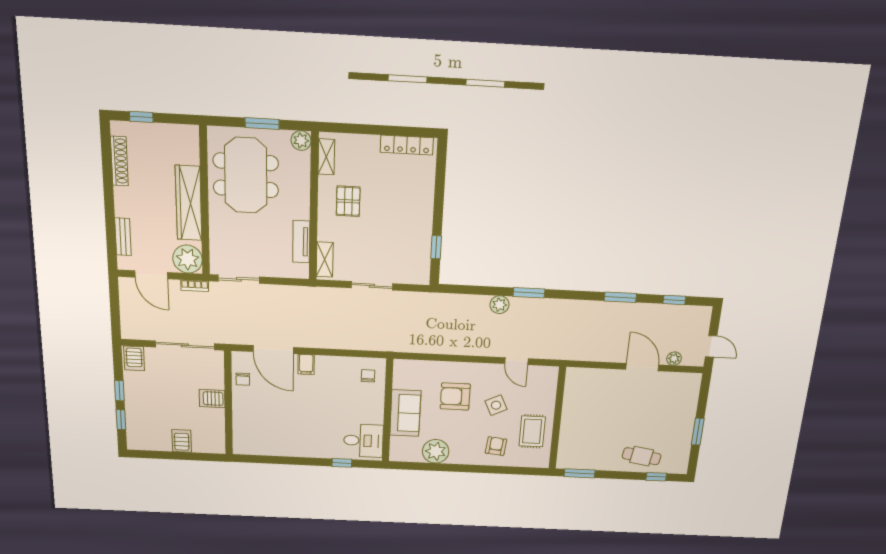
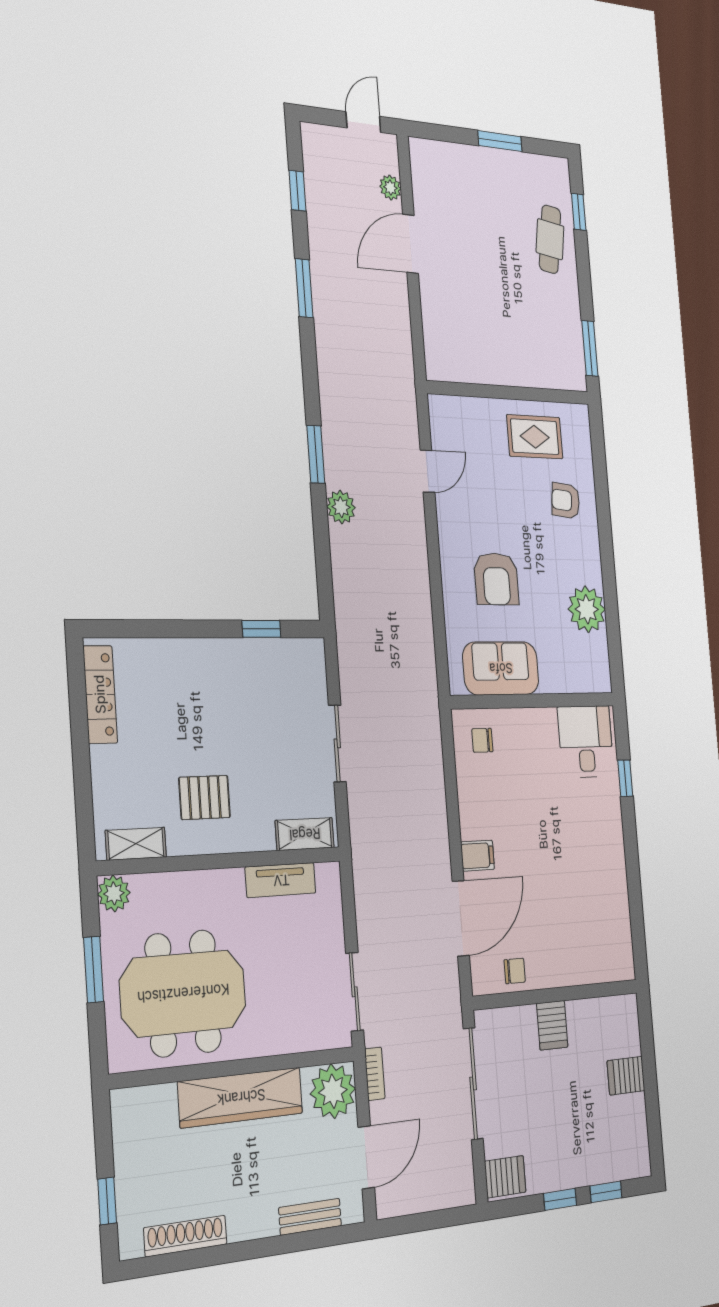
side table: (496, 405) -> (501, 504), removed
sofa: (405, 413) -> (501, 668), moved

